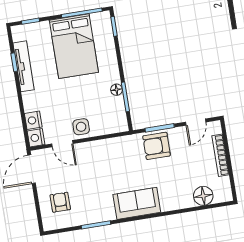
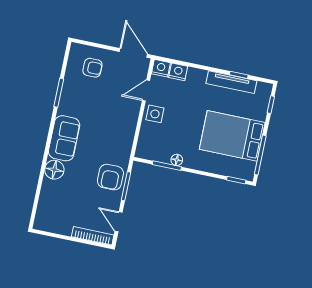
armchair: (157, 146) -> (110, 177), turned 180
bookcase: (221, 155) -> (93, 236), moved
floor lamp: (203, 196) -> (54, 170), moved

